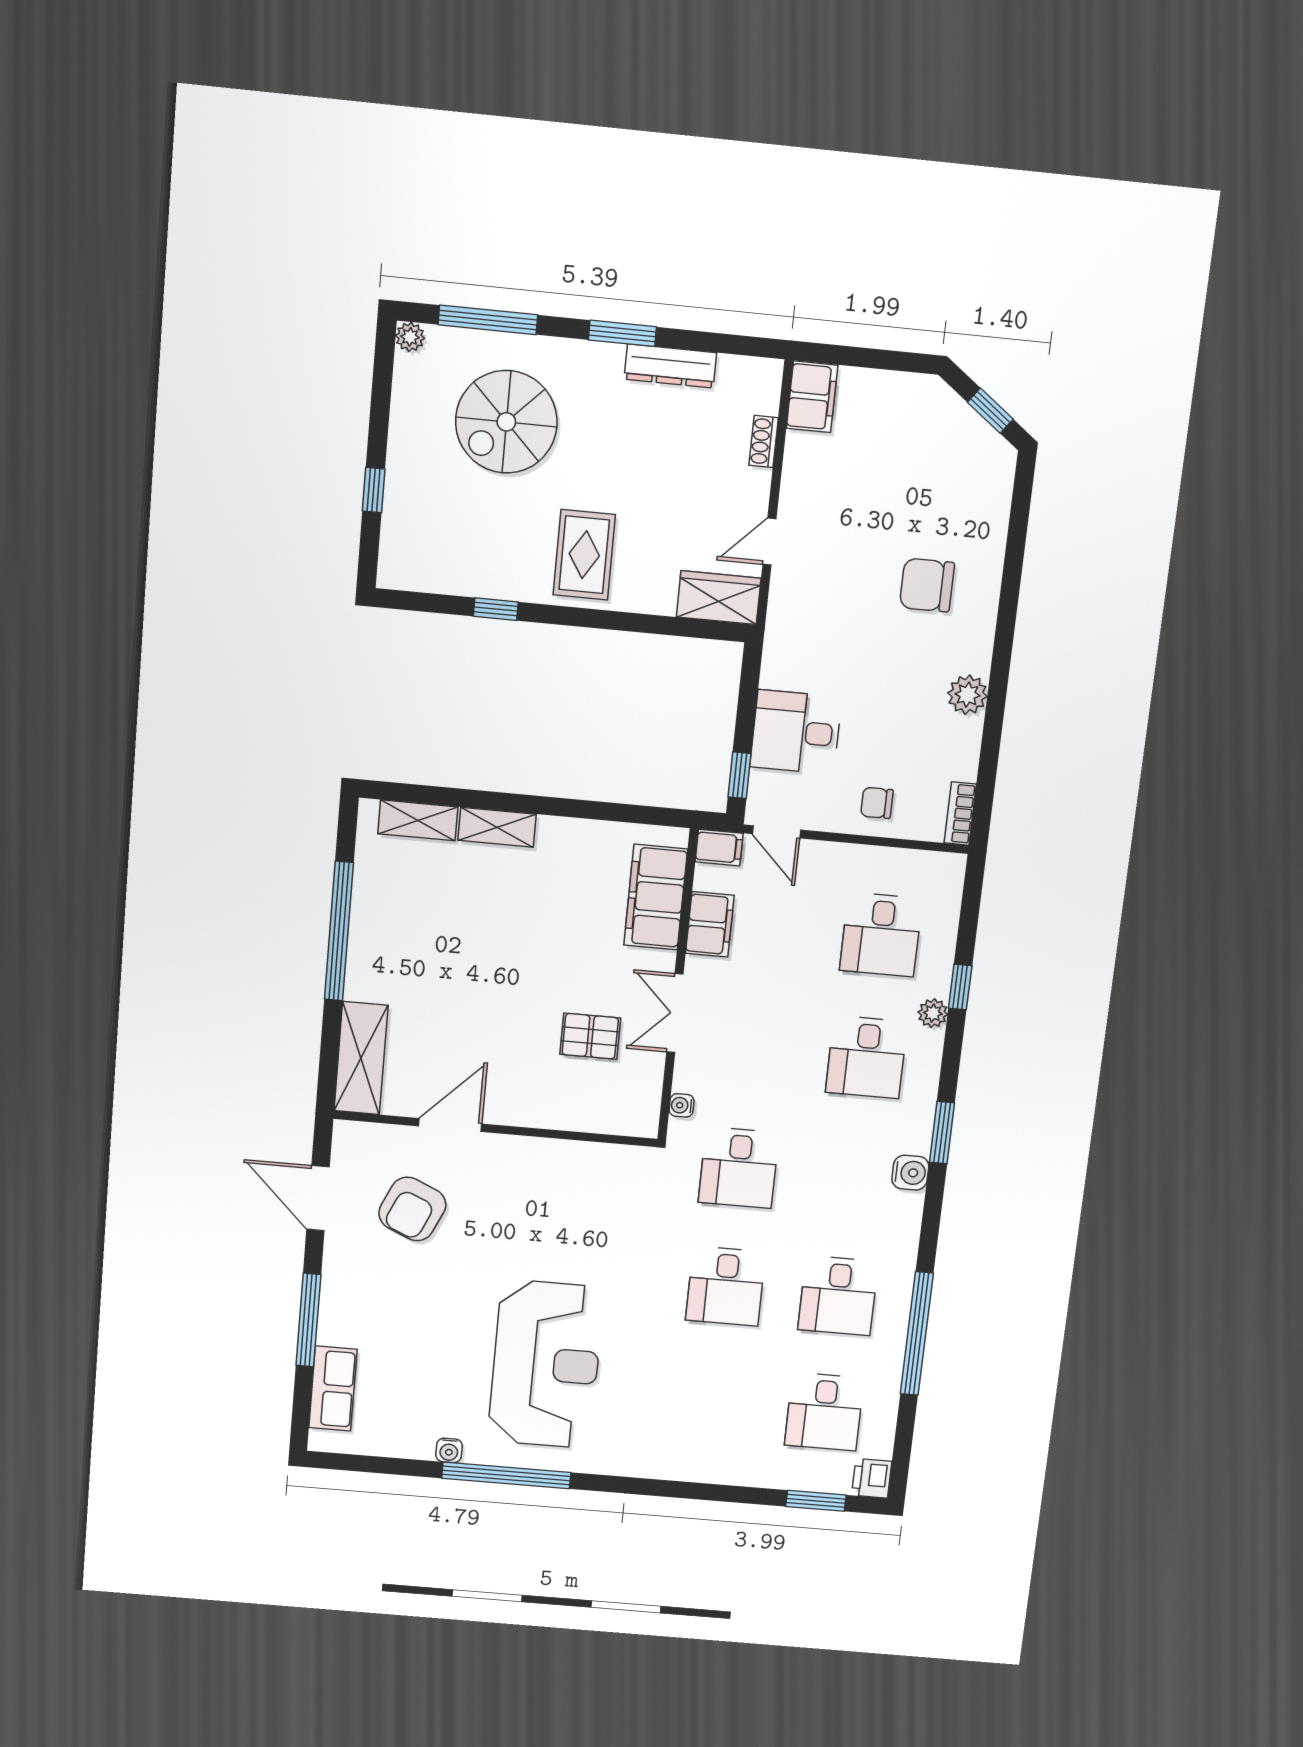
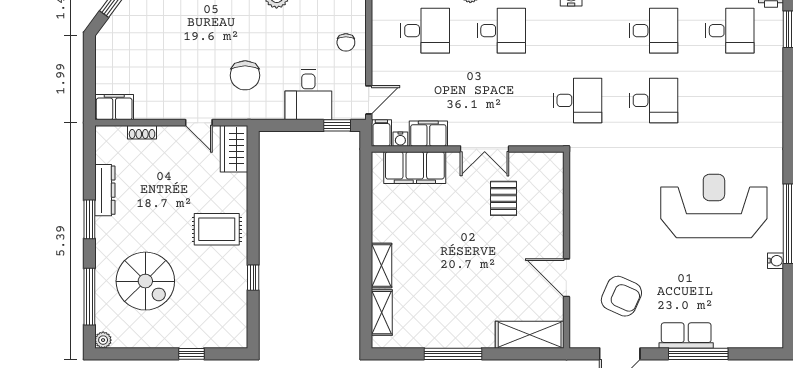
chair: (927, 585) -> (245, 75), moved
window: (339, 931) -> (453, 354), width x0.68
water cooler: (682, 1105) -> (400, 139), moved
row of seats: (333, 1389) -> (686, 335), moved

